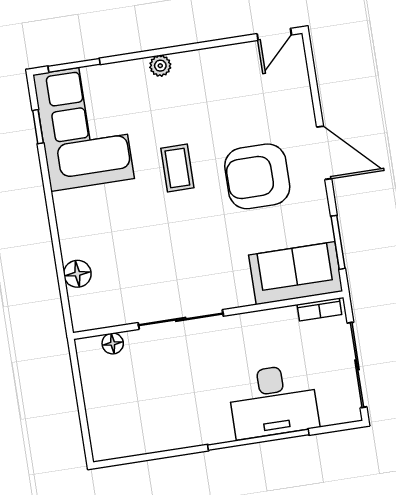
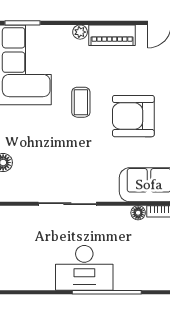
piano: (208, 63) -> (112, 35), added
floor lamp: (113, 343) -> (138, 213), moved
desk: (273, 401) -> (84, 268), moved

